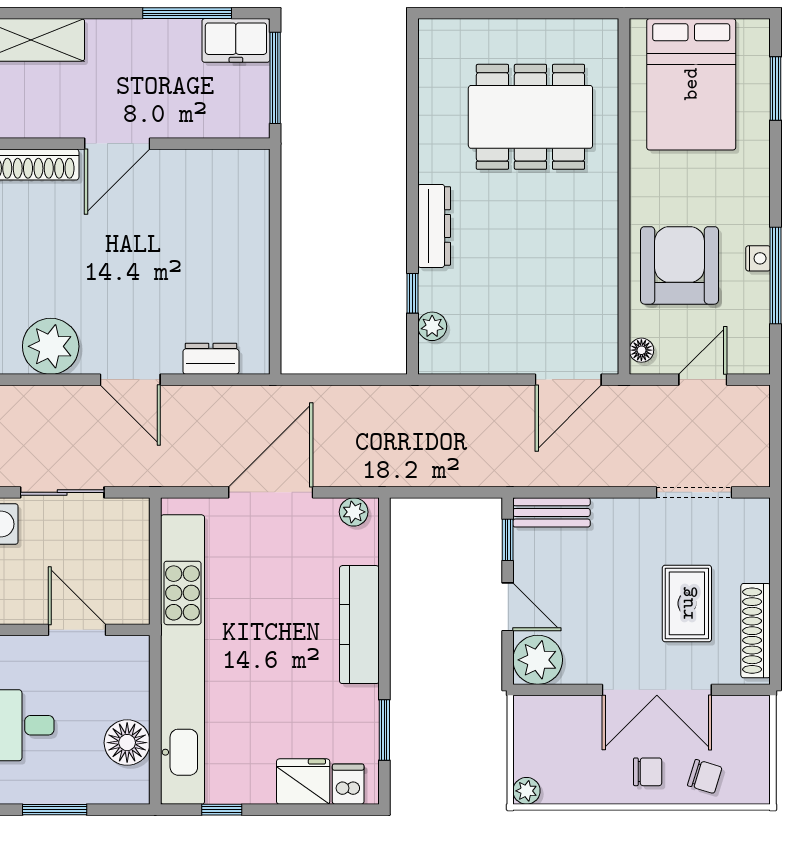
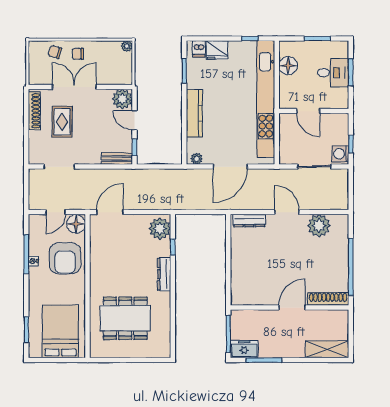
plant: (432, 326) -> (160, 229), width x1.88, depth x1.88
floor lamp: (641, 350) -> (76, 224), width x1.89, depth x1.89
dresser: (211, 359) -> (249, 221), width x1.44

